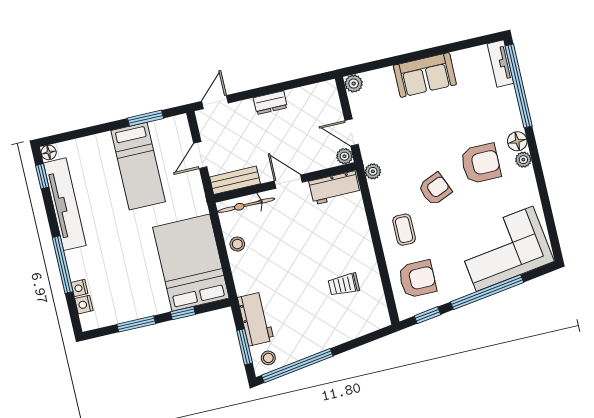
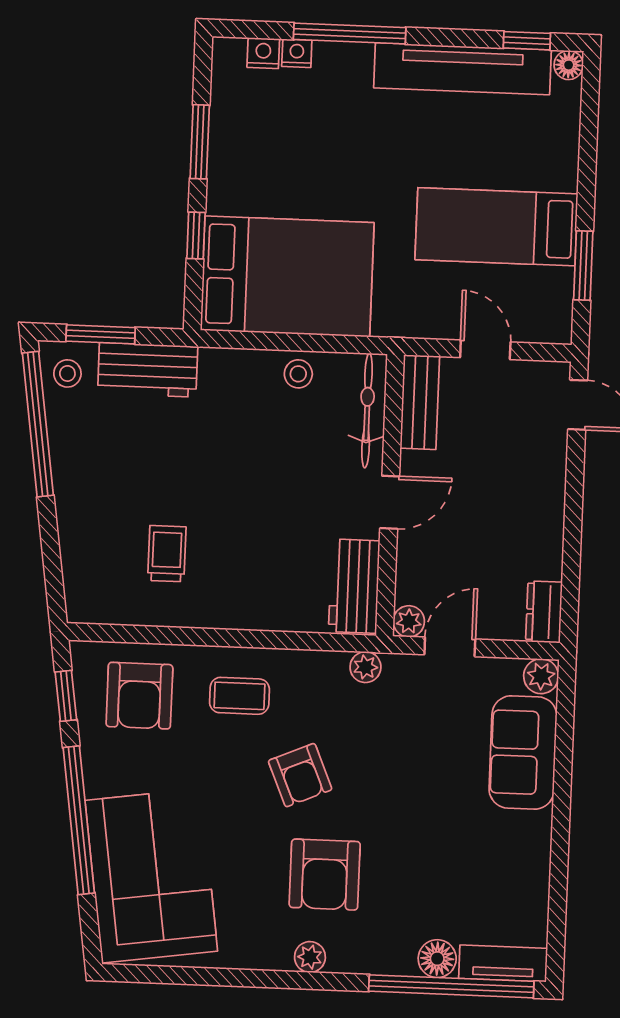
sofa: (425, 75) -> (523, 752), moved
dresser: (270, 103) -> (544, 612), moved
floor lamp: (517, 141) -> (437, 959), moved

